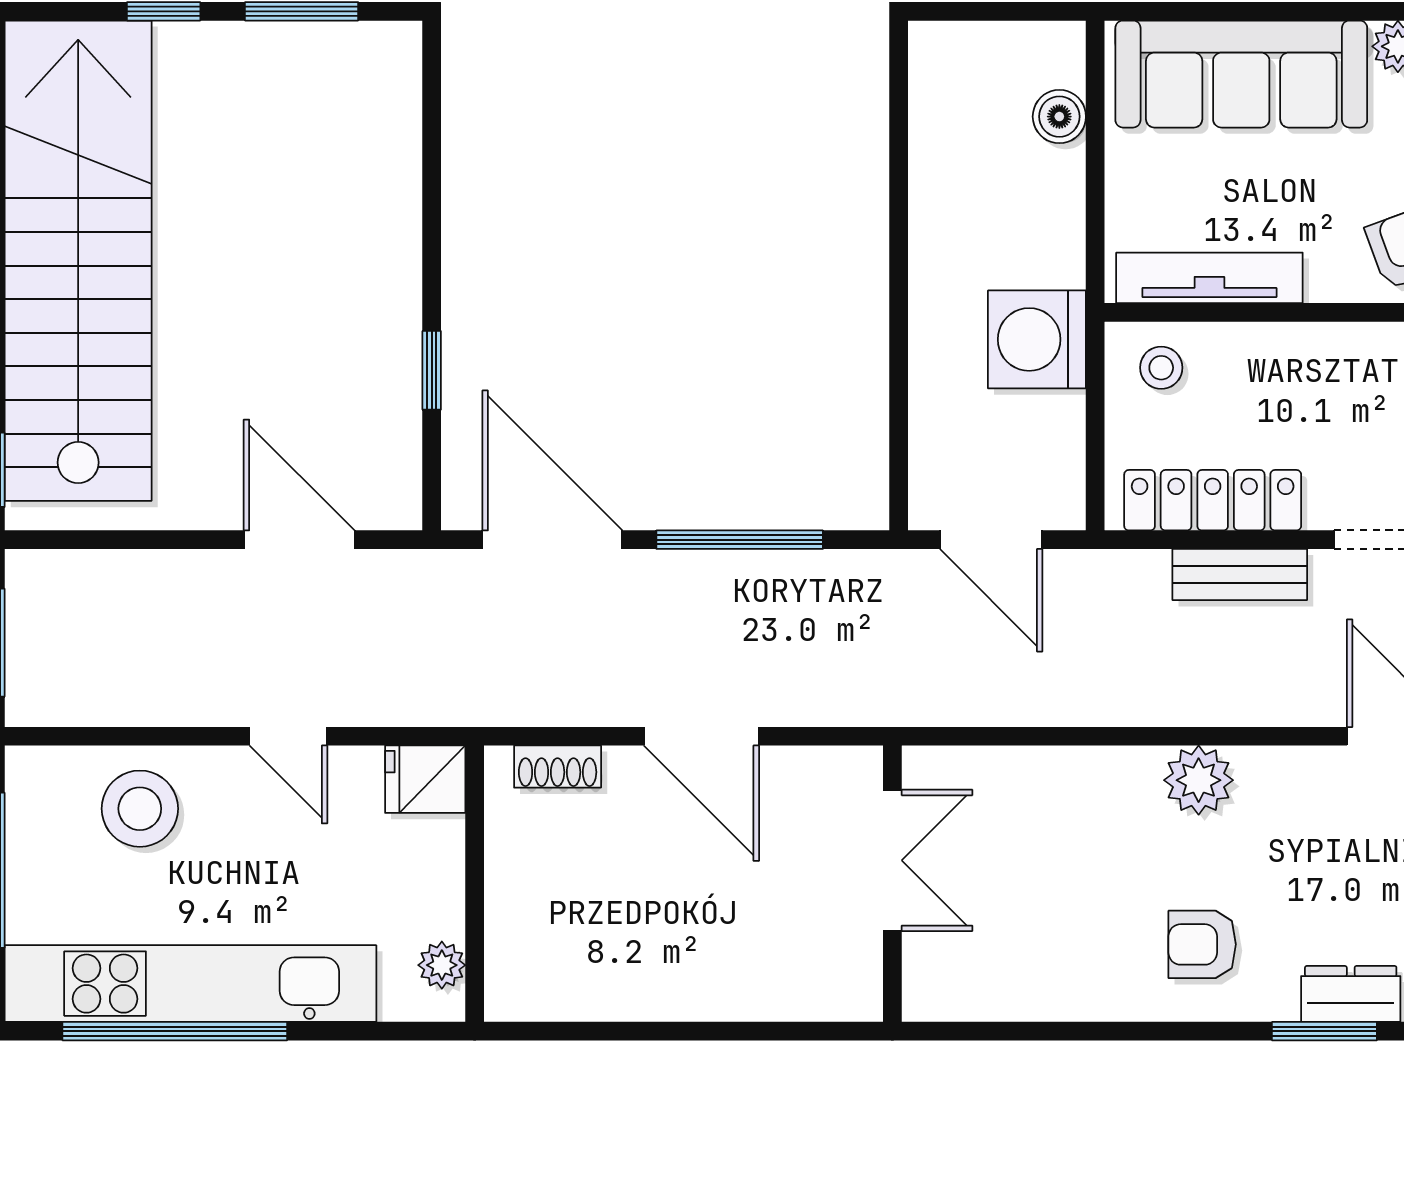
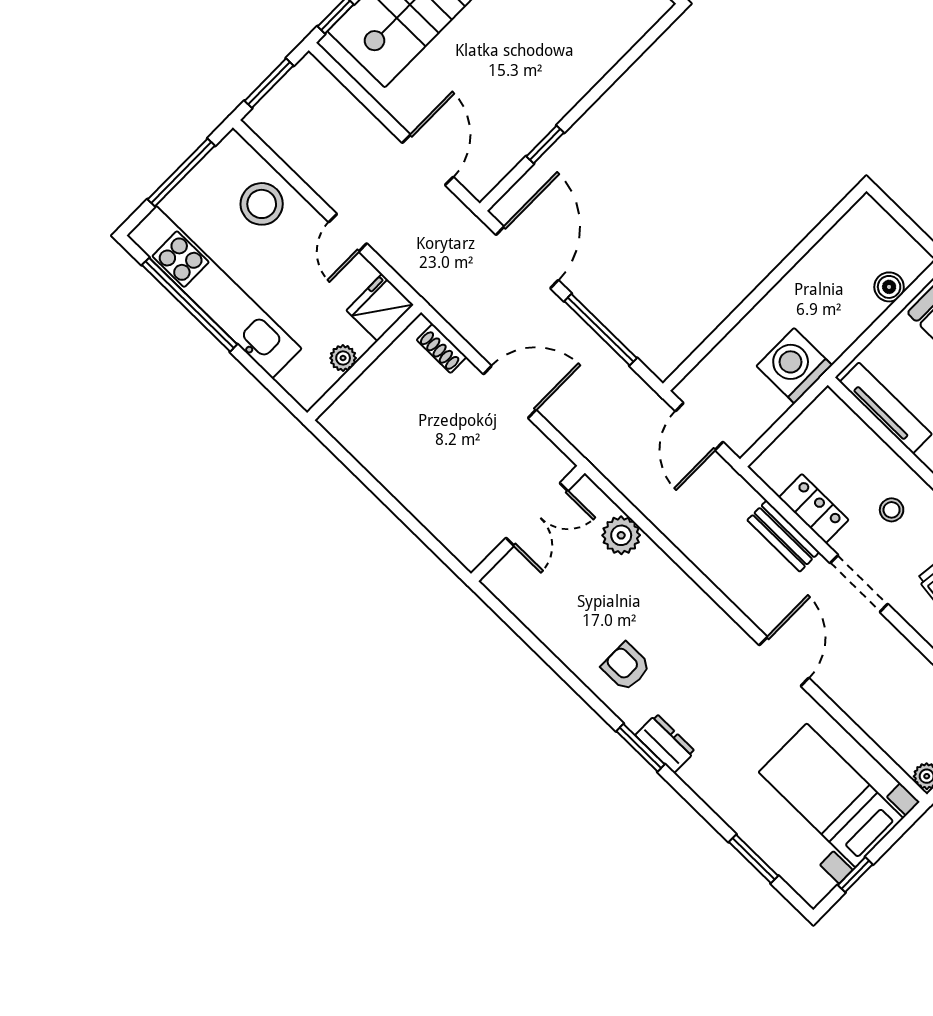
stool: (1161, 368) -> (892, 510), moved
locker: (1213, 500) -> (814, 509), width x0.66
door: (701, 736) -> (510, 392), swing flipped
fridge: (425, 779) -> (380, 307), width x1.38
plant: (1199, 780) -> (621, 535), moved
plant: (442, 965) -> (343, 358), moved

